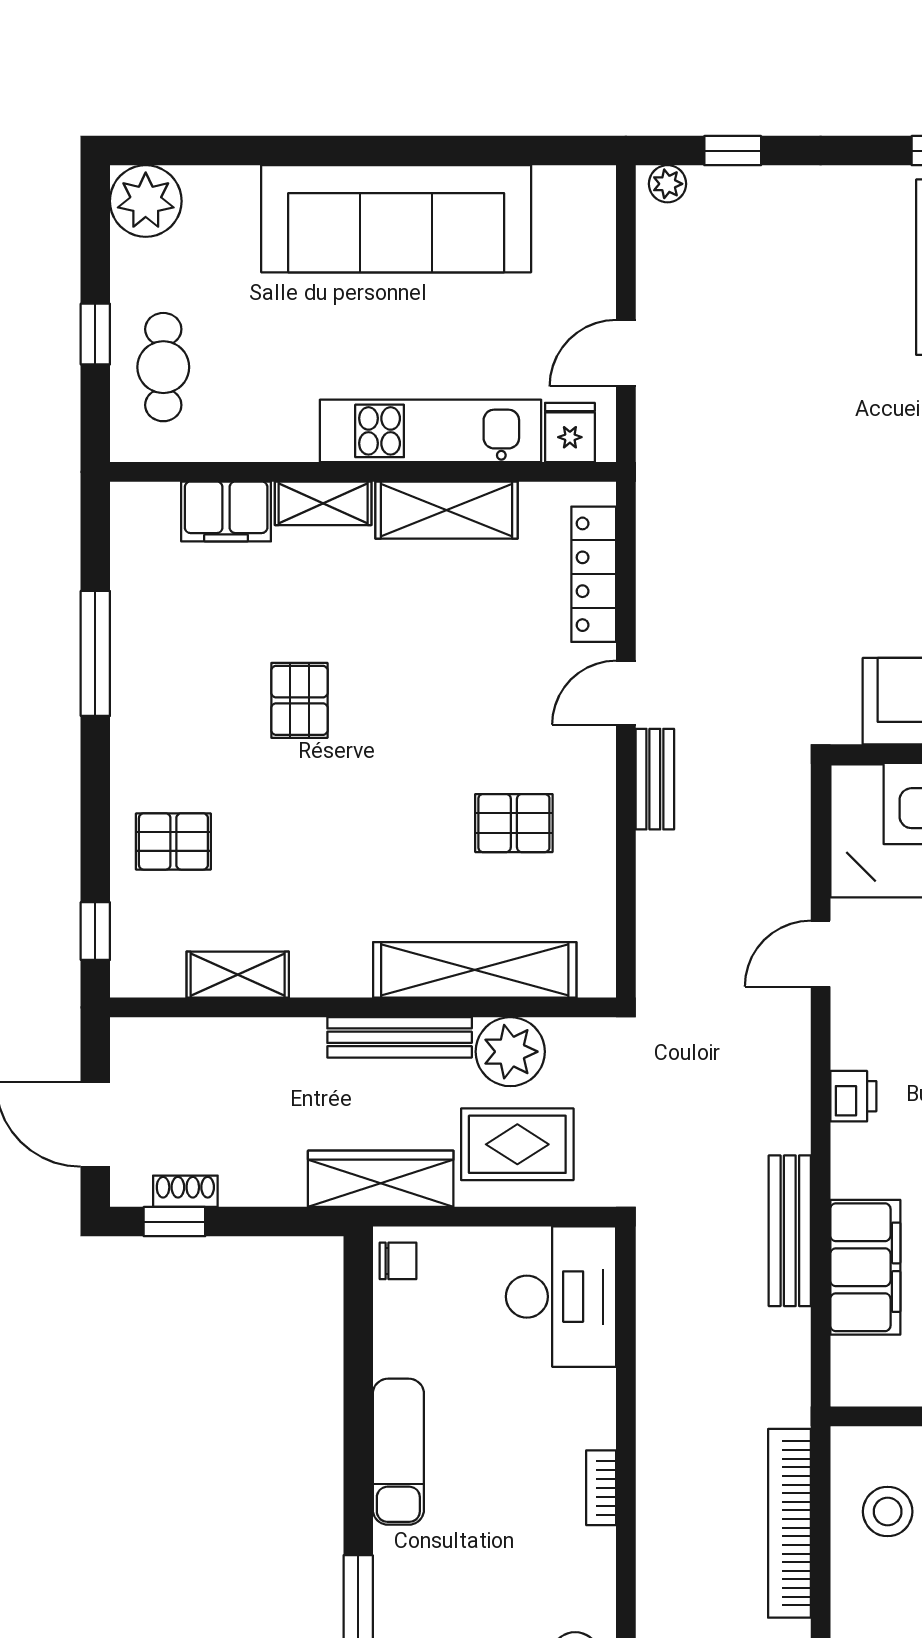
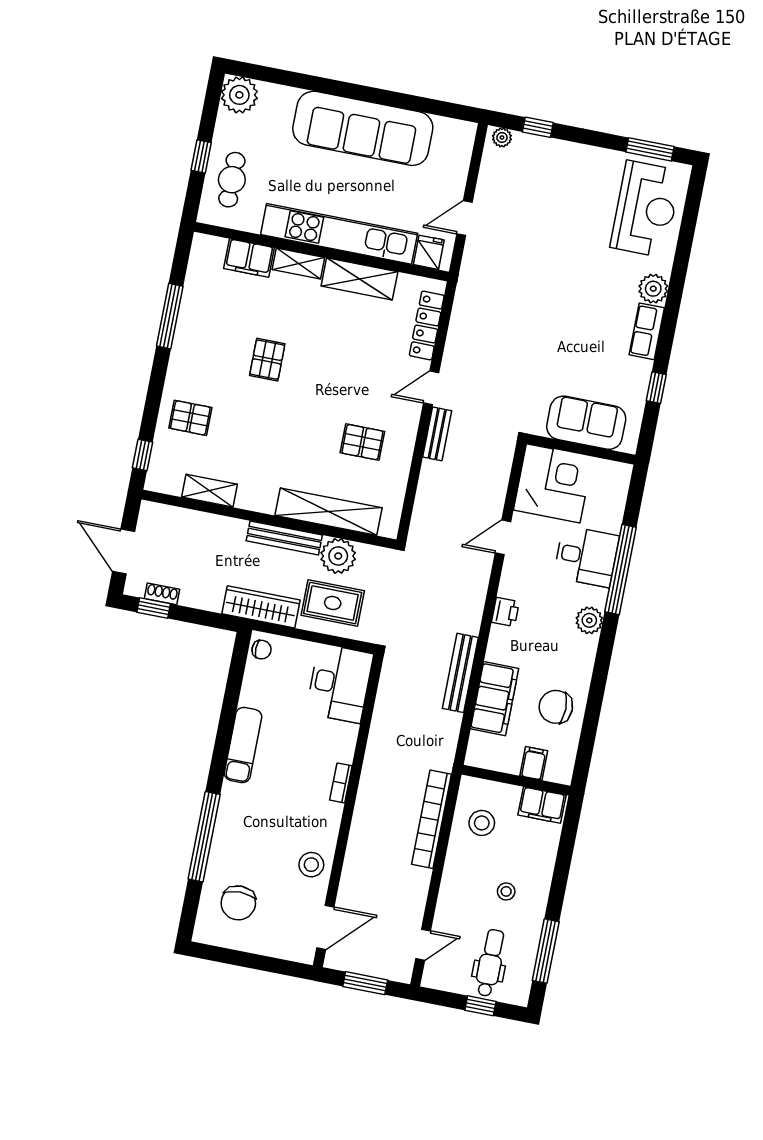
kitchen unit: (430, 431) -> (339, 234), width x1.36

